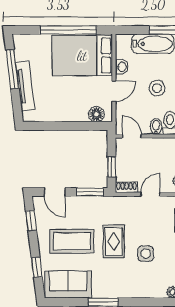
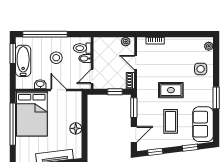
floor lamp: (96, 114) -> (76, 128), moved
coffee table: (72, 241) -> (171, 121), width x0.73, depth x0.76
side table: (146, 254) -> (201, 69), moved

